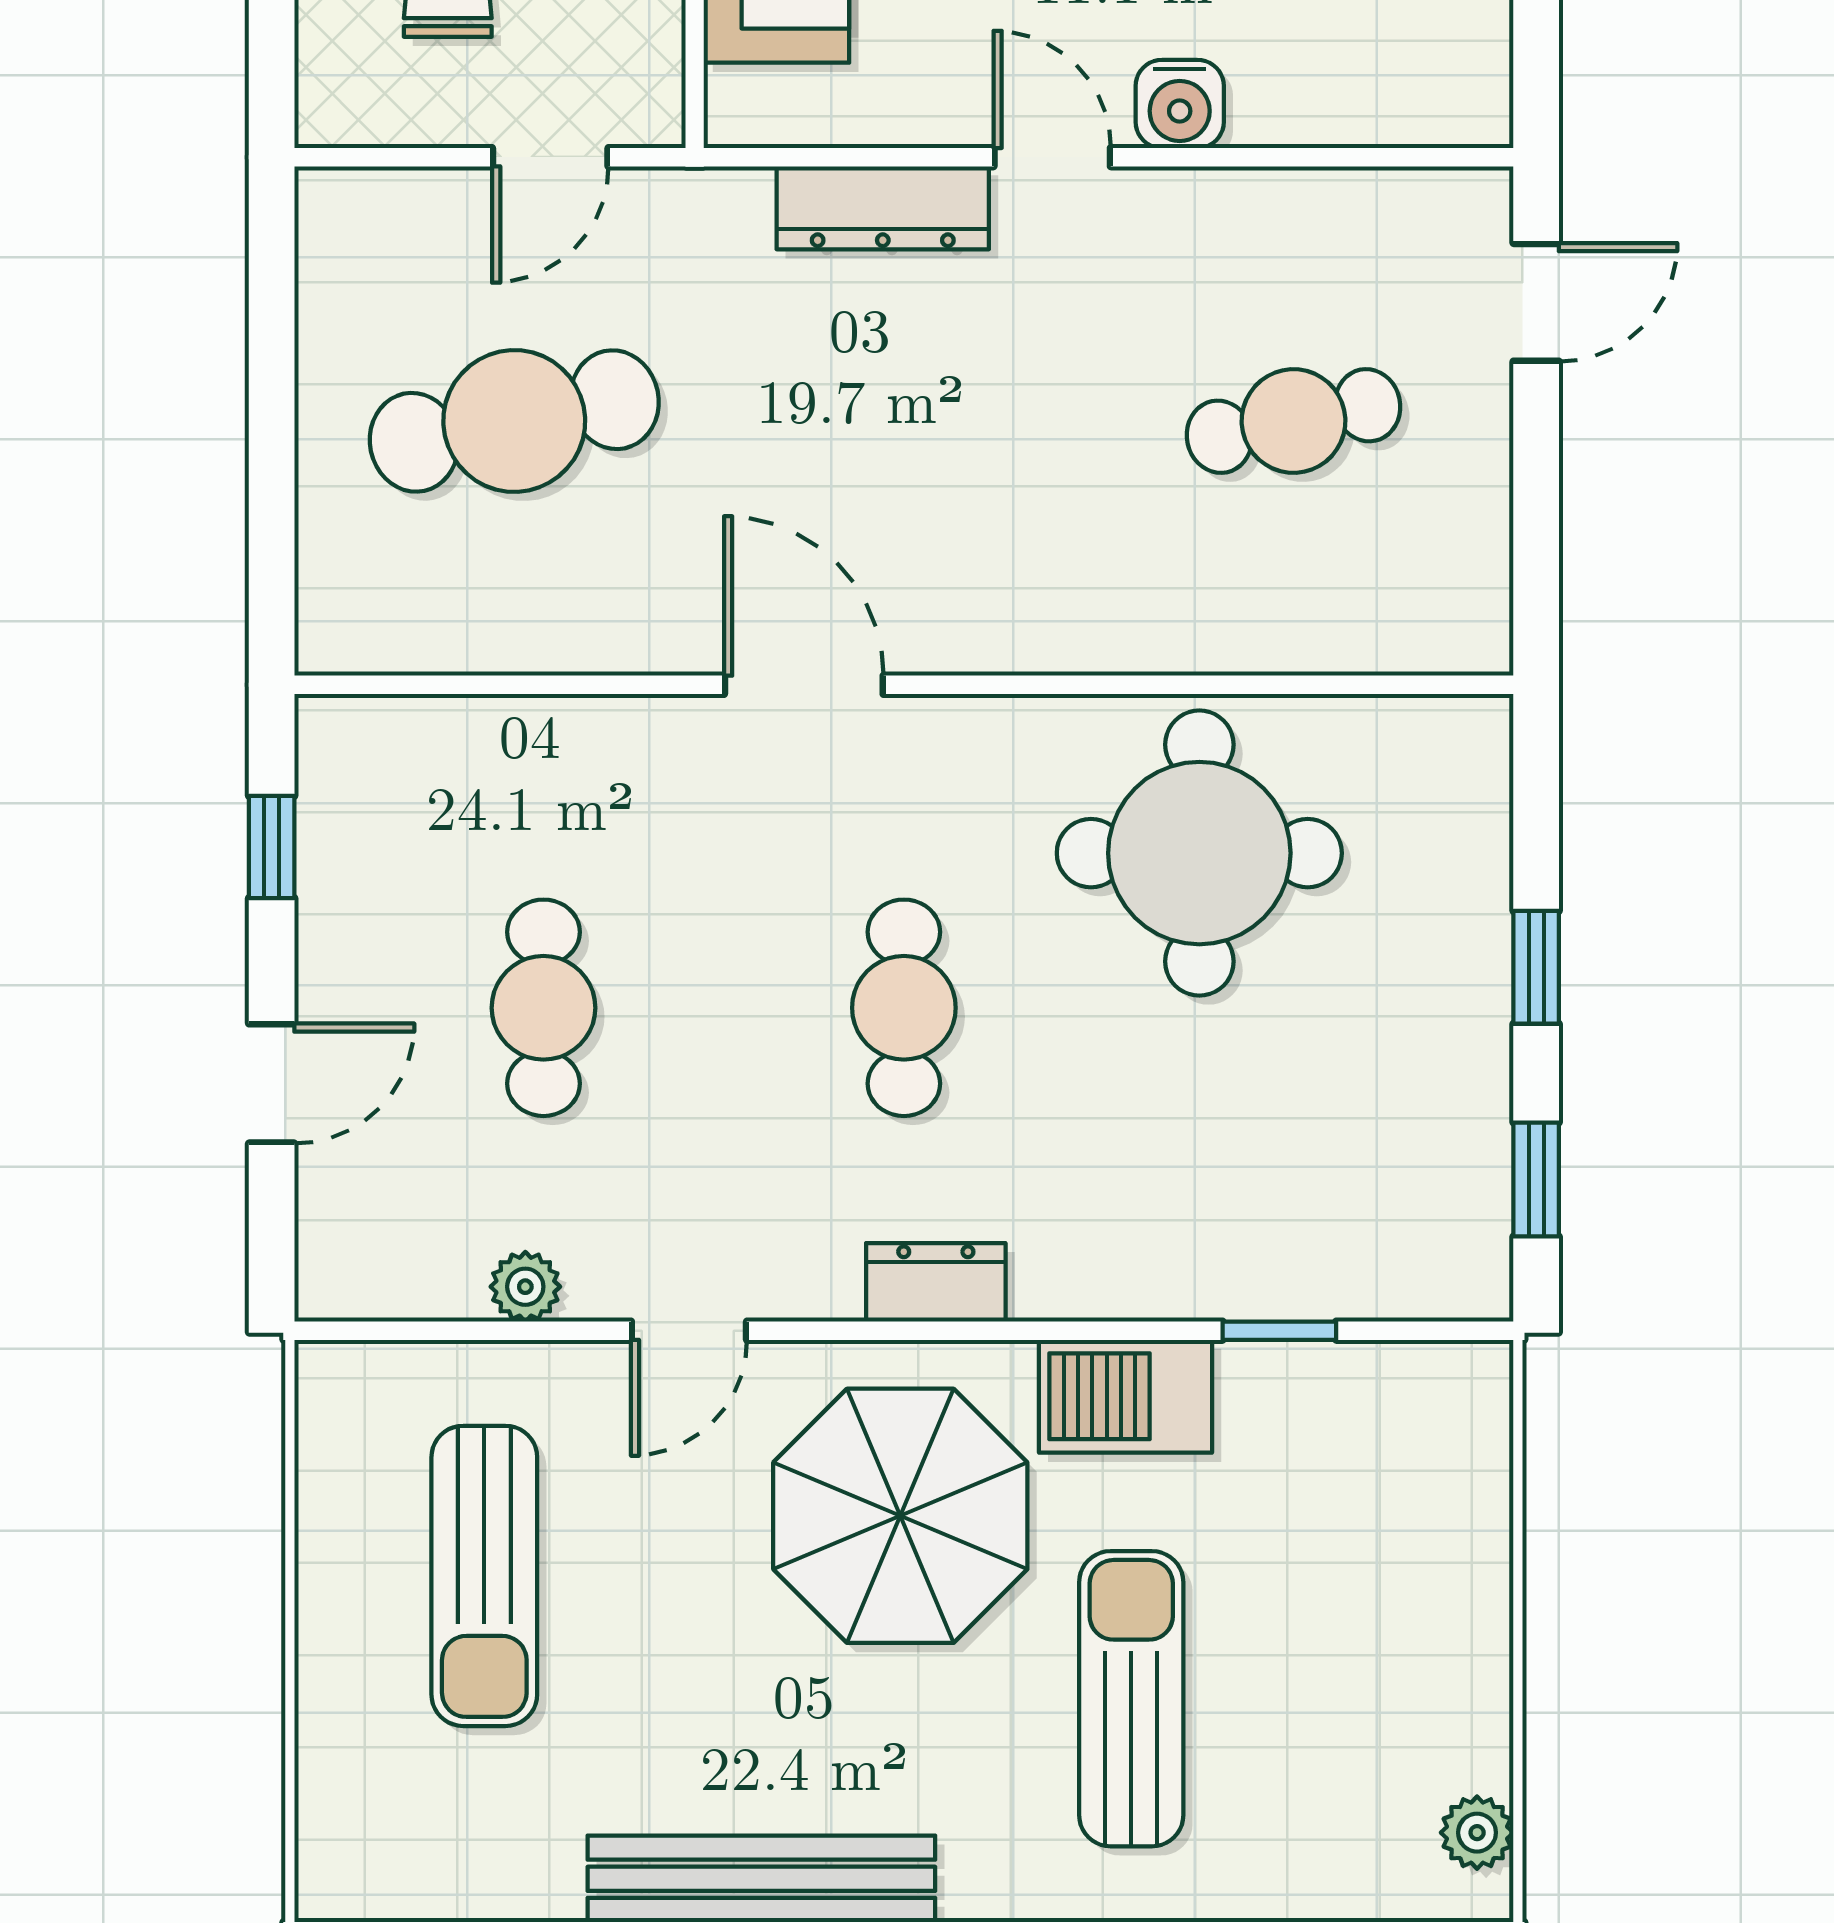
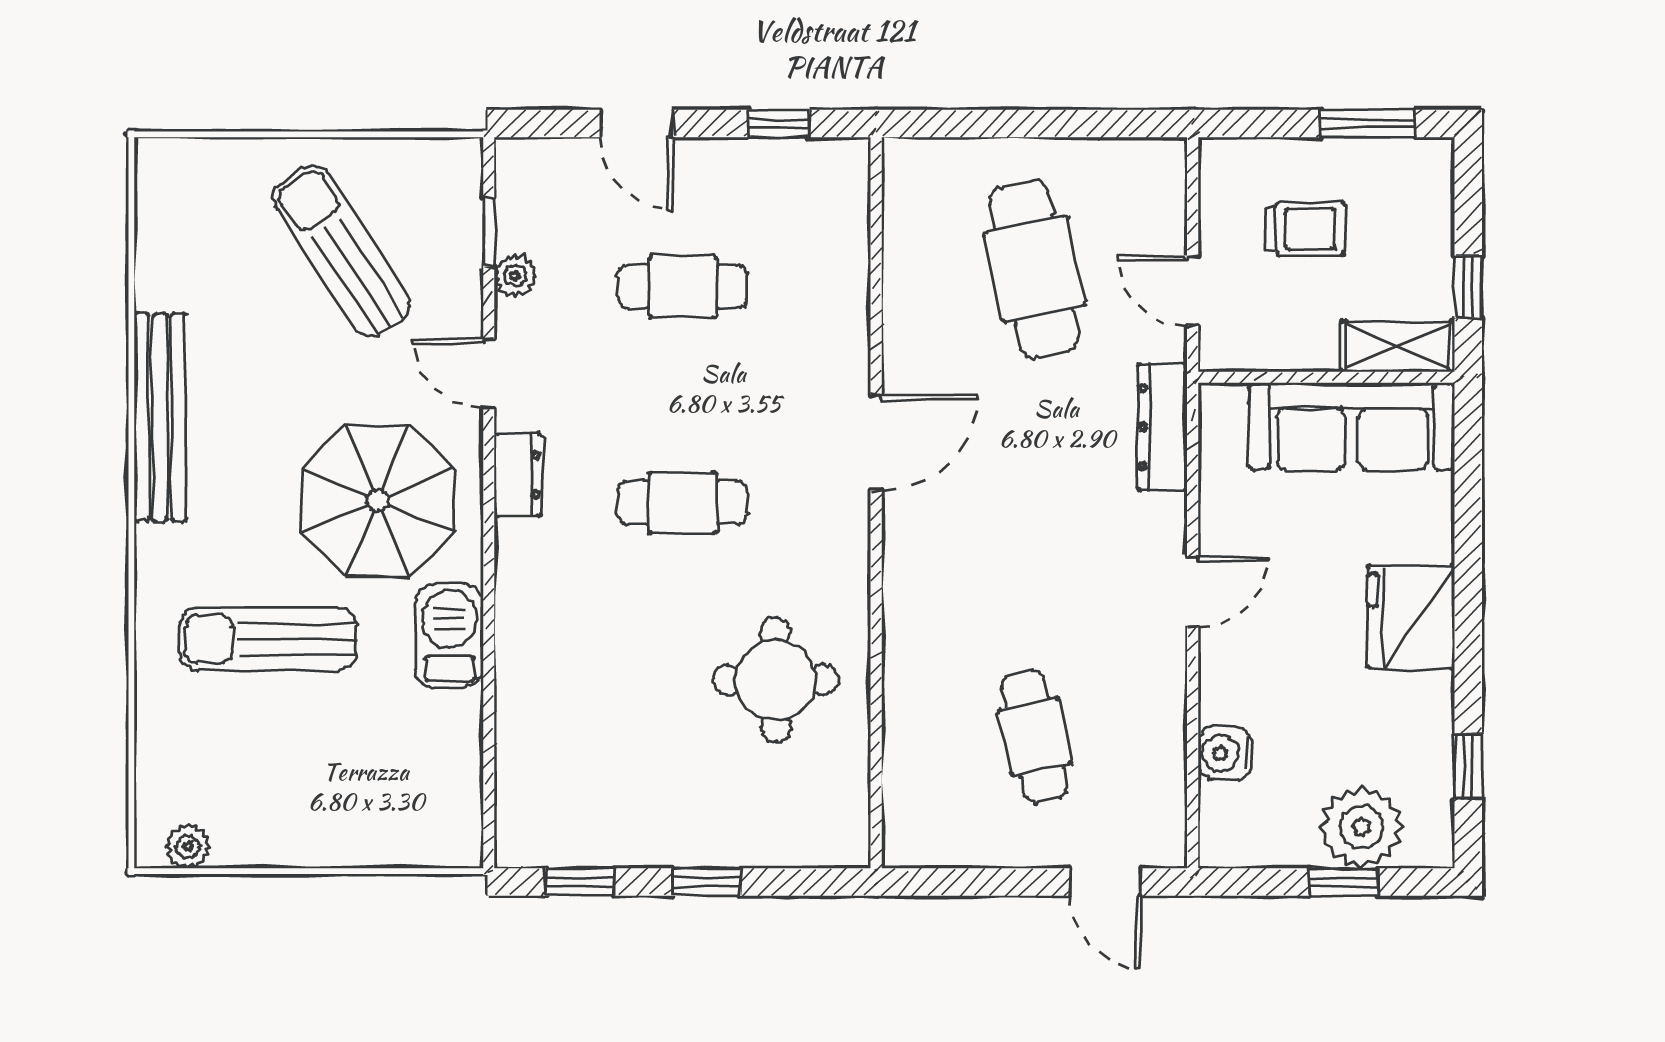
water cooler: (1180, 104) -> (1225, 753), moved
dresser: (883, 208) -> (1162, 427), moved
round table: (1199, 853) -> (775, 680), width x0.73, depth x0.73
dresser: (936, 1282) -> (518, 475), moved
window: (1279, 1331) -> (489, 232), moved
sun lounger: (484, 1576) -> (342, 251), turned 57
sun lounger: (1131, 1699) -> (268, 639), turned 180

